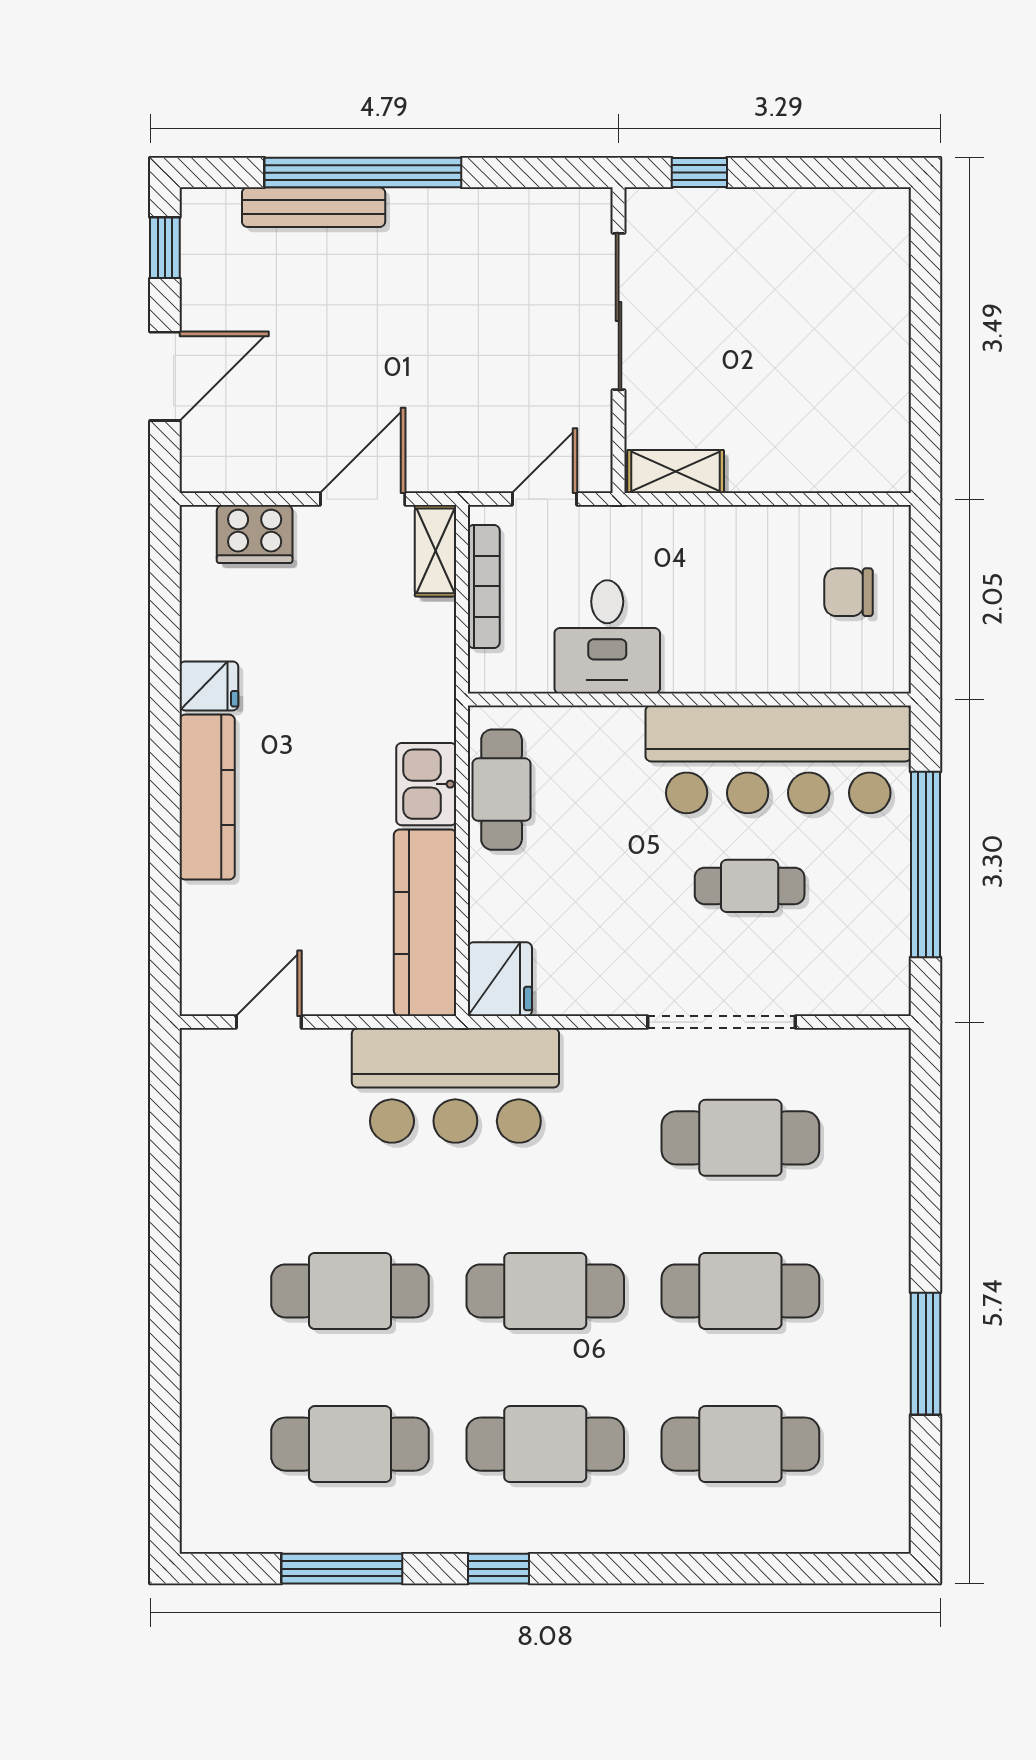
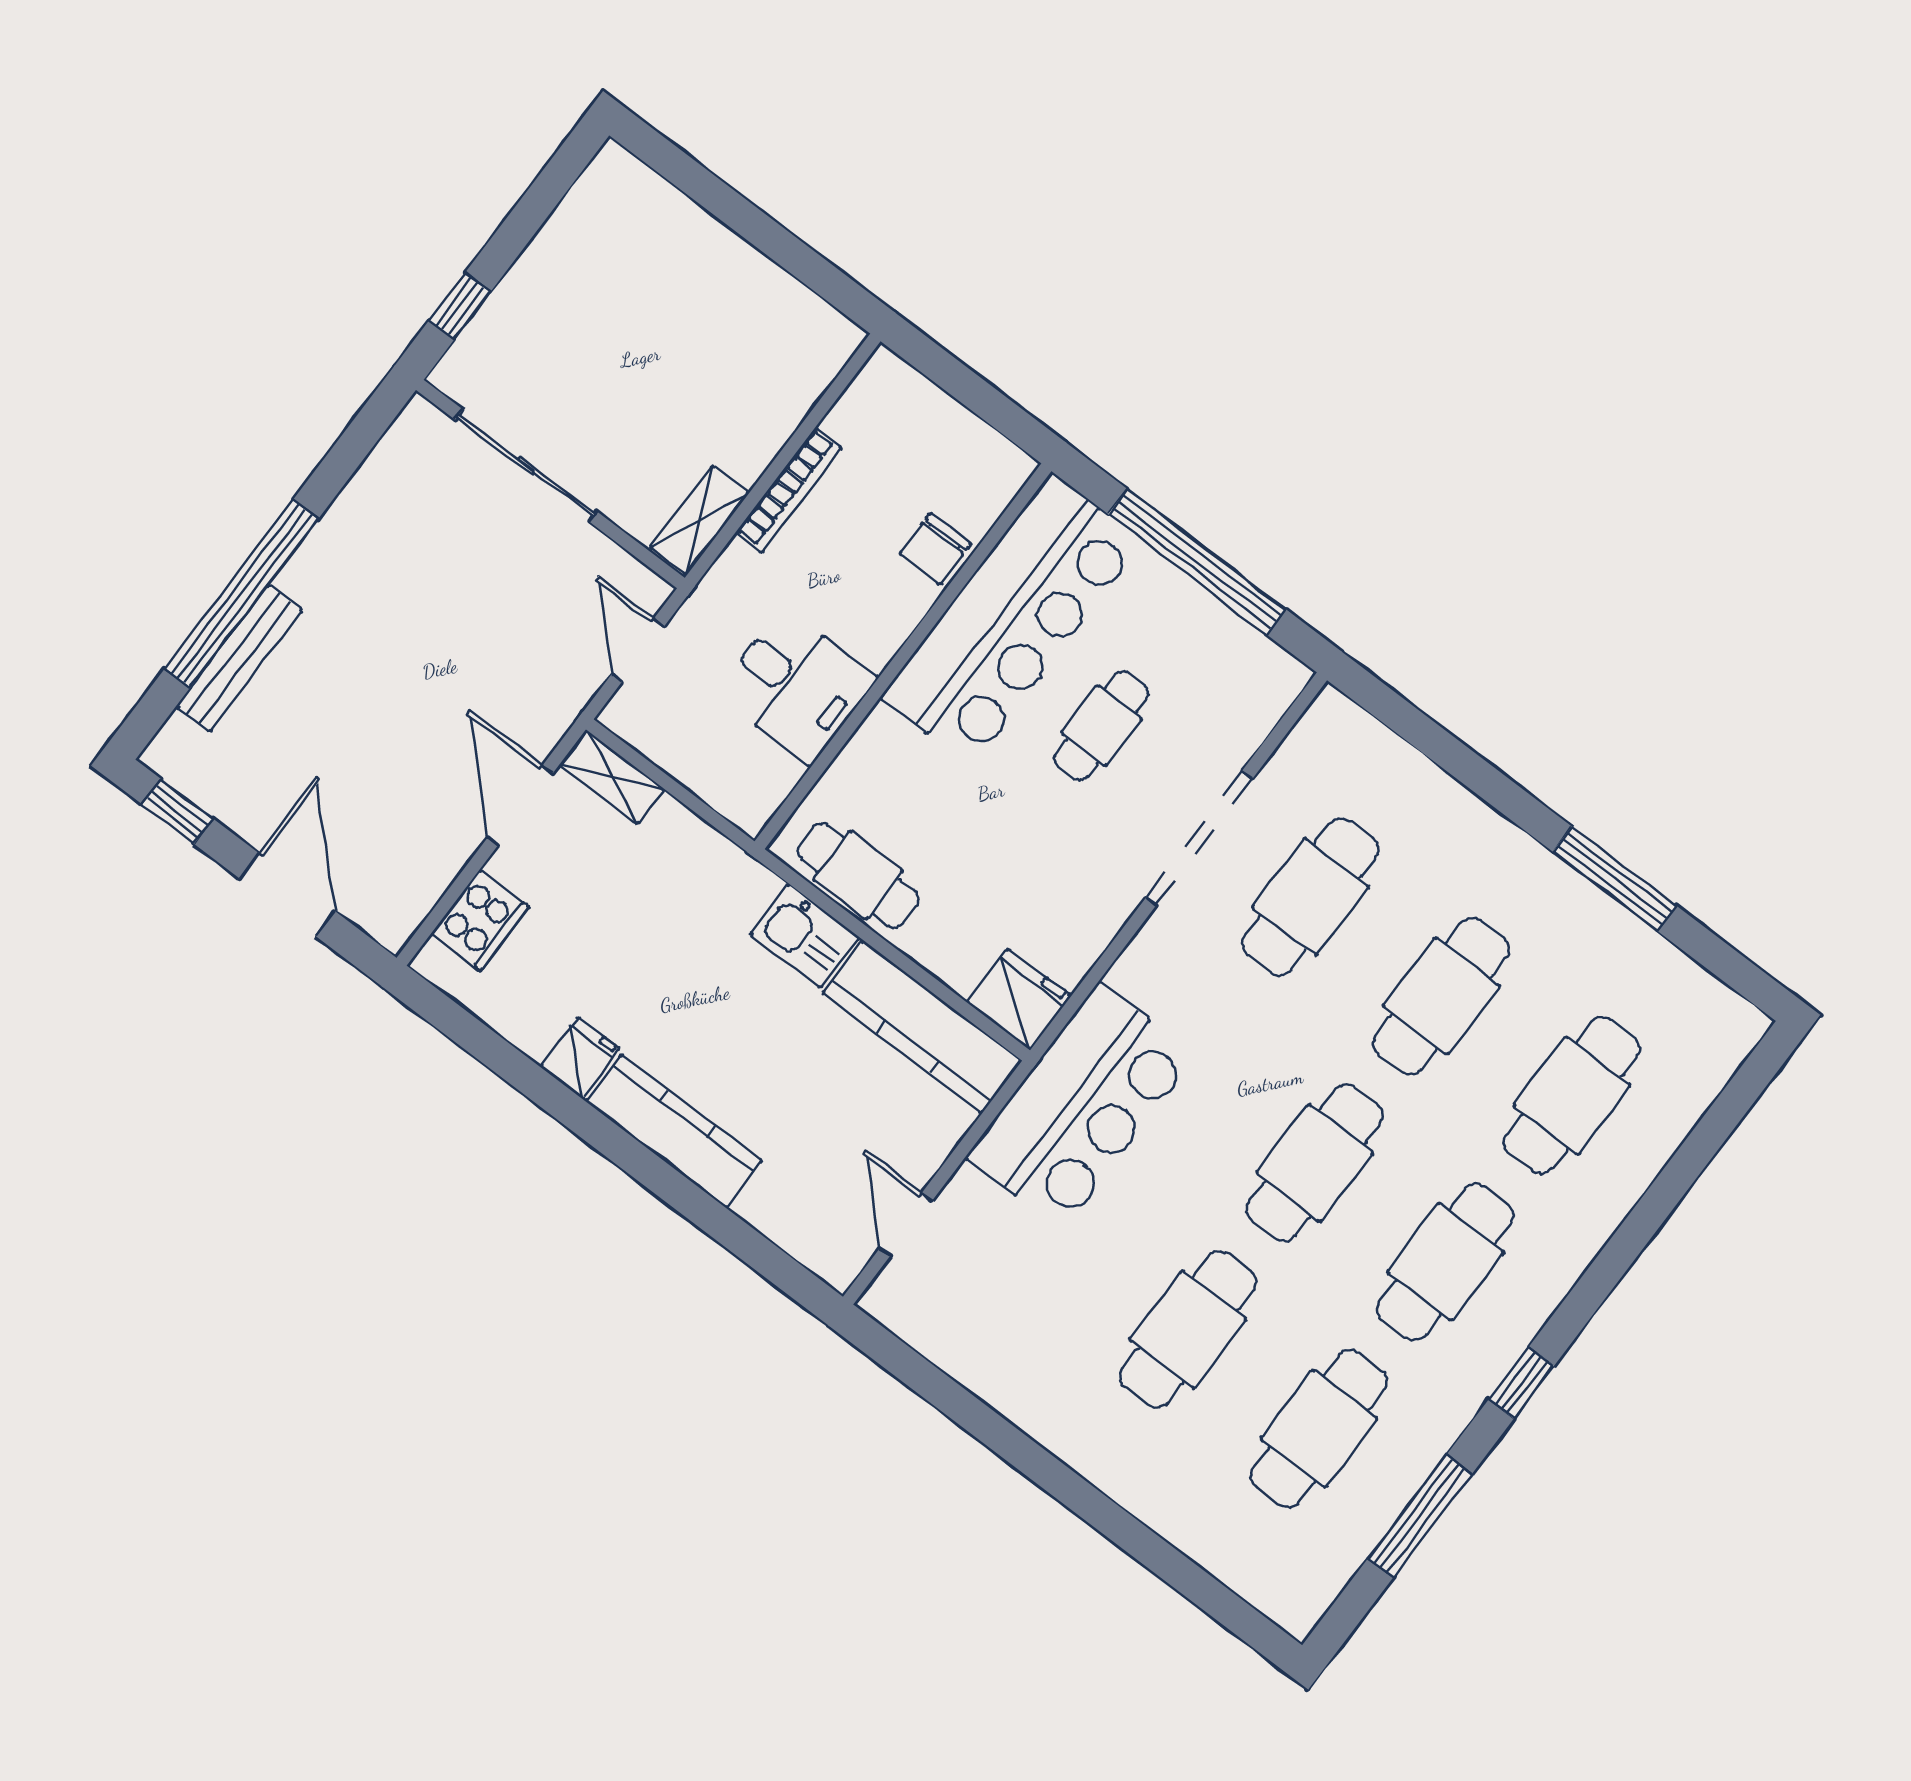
bookcase: (484, 586) -> (789, 490), moved, turned 90
chair: (849, 592) -> (935, 549), moved

